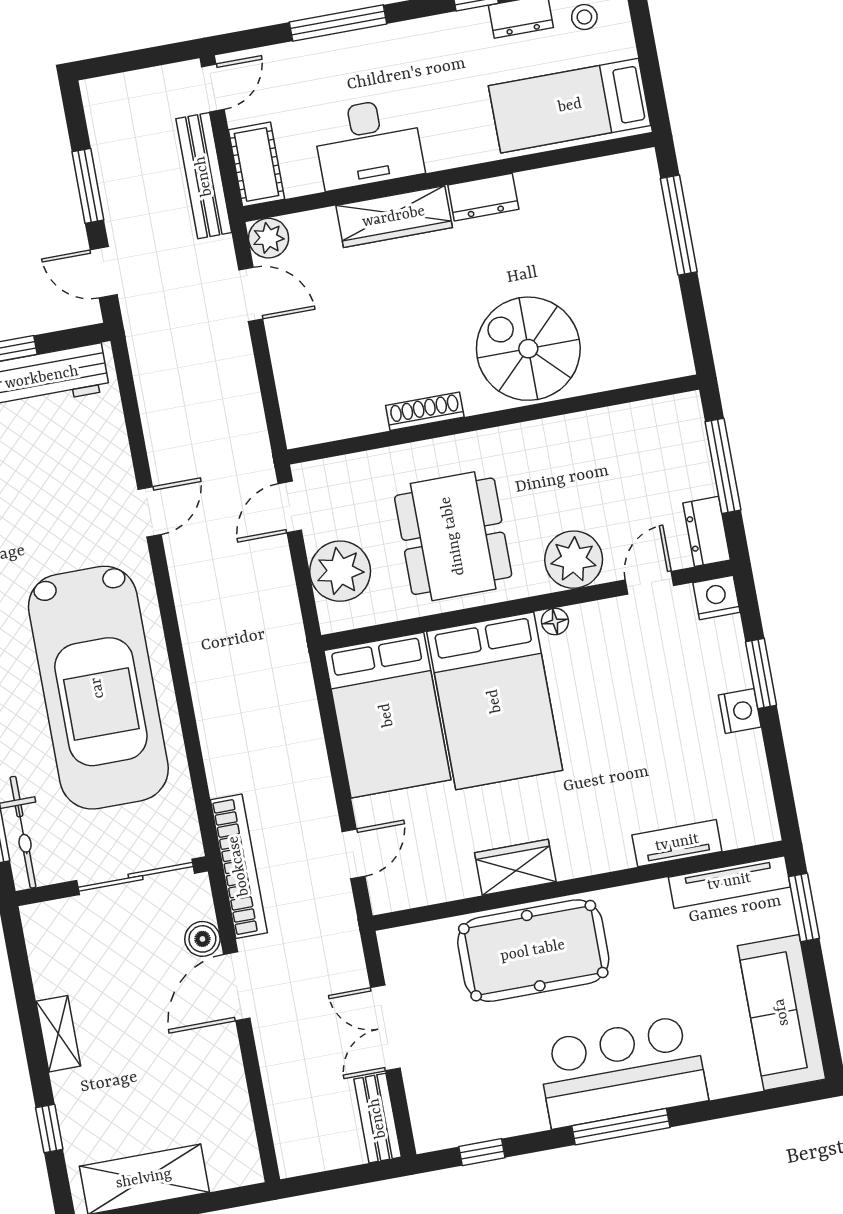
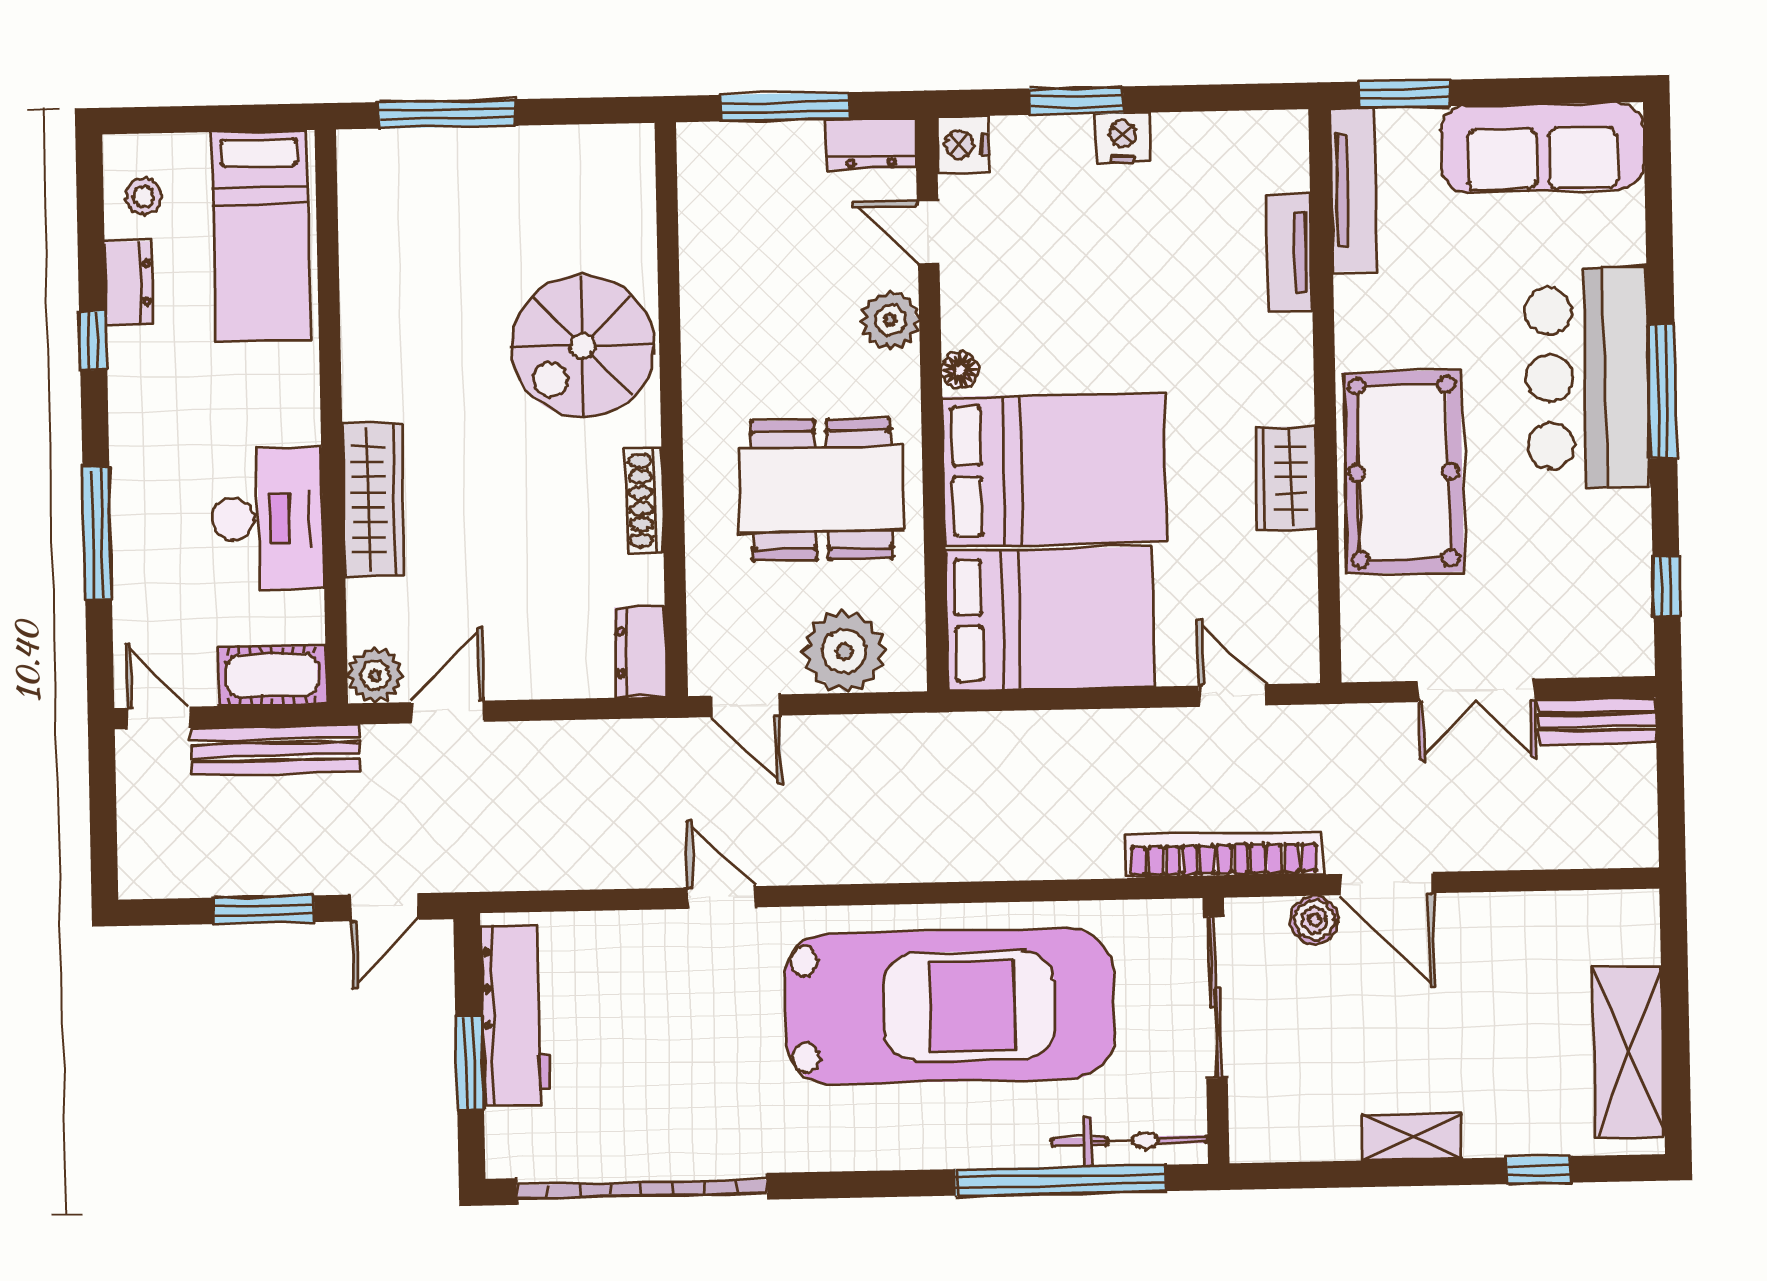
dresser: (483, 197) -> (640, 652), moved, turned 180
plant: (574, 560) -> (890, 320), width x0.73, depth x0.73

